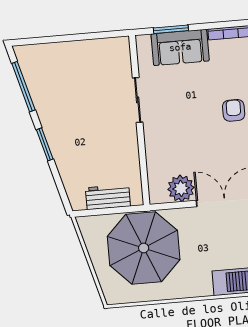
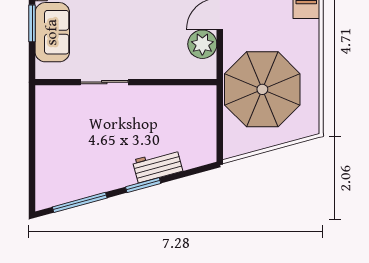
window: (171, 29) -> (32, 23), moved
workbench: (108, 197) -> (158, 166), moved, turned 75

